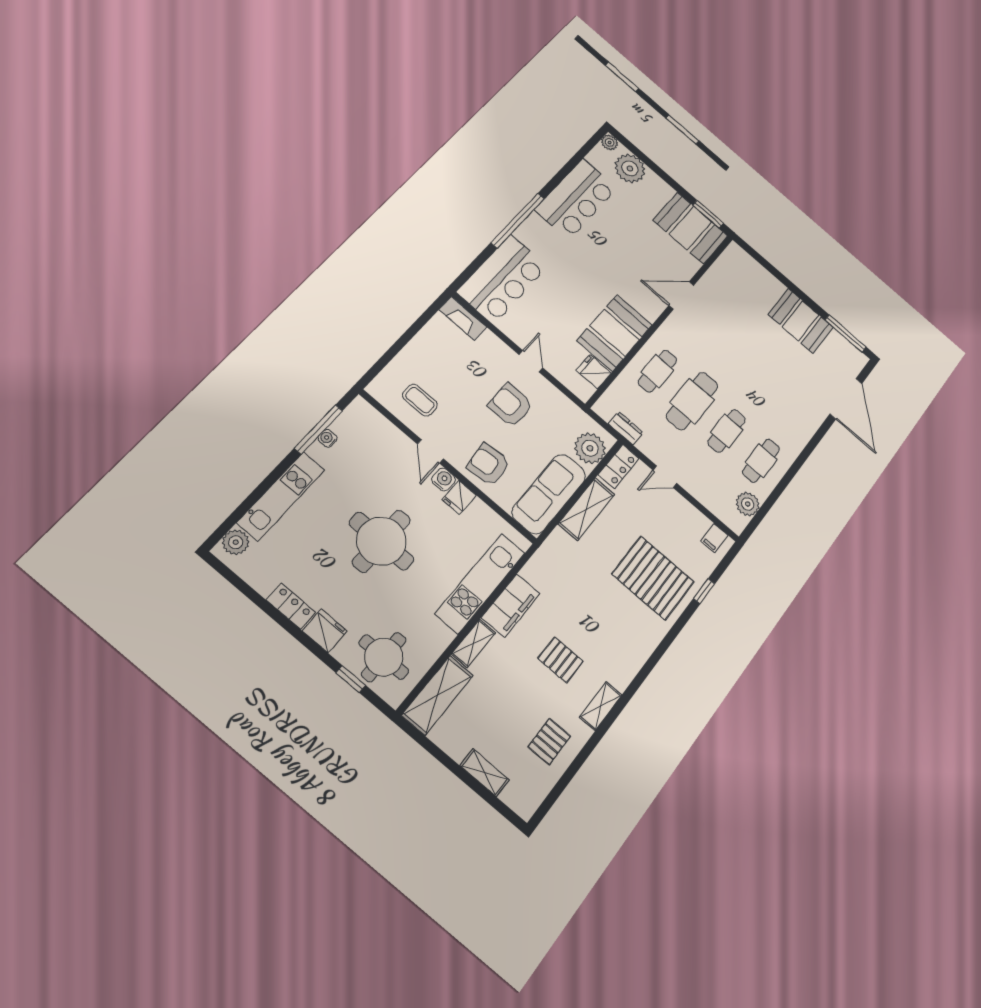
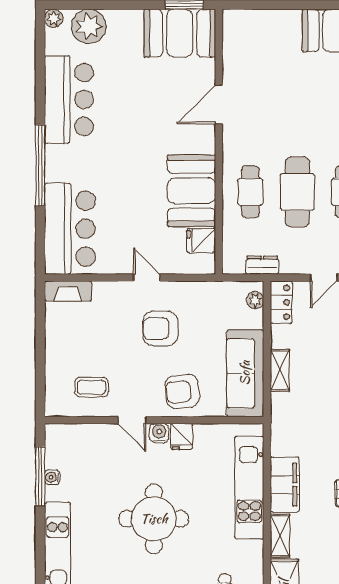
plant: (590, 448) -> (255, 300), width x0.53, depth x0.53
shelving: (586, 509) -> (280, 370), width x0.67, depth x0.75

